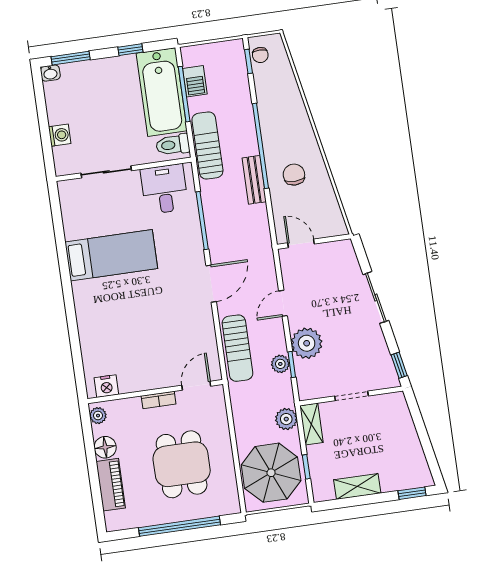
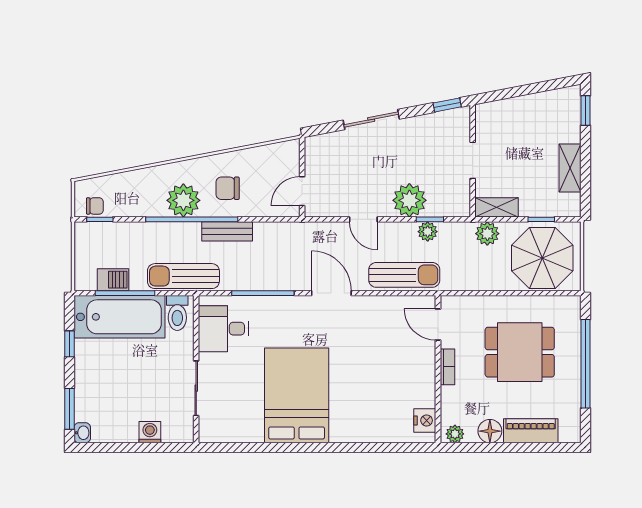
plant: (277, 135) -> (183, 200), added
bed: (111, 255) -> (297, 395), width x1.50

